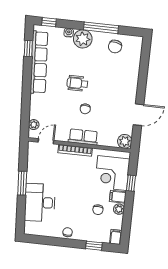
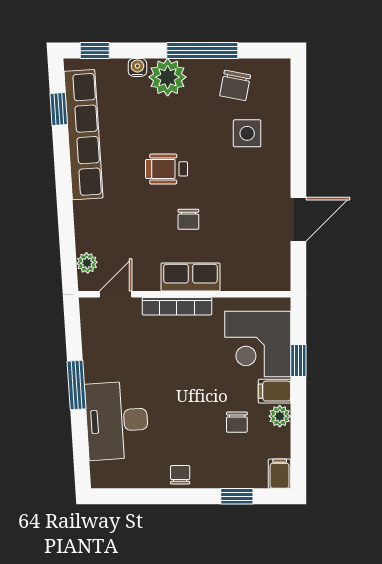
side table: (118, 70) -> (247, 133), added
plant: (125, 141) -> (276, 277), removed

